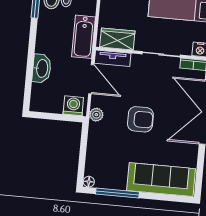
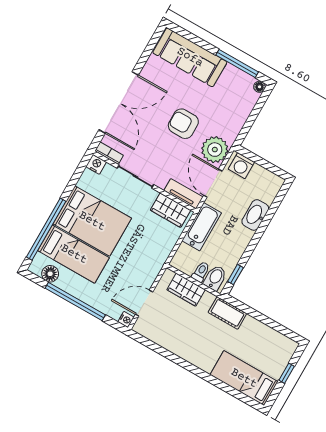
plant: (96, 115) -> (215, 150), width x1.87, depth x1.87

